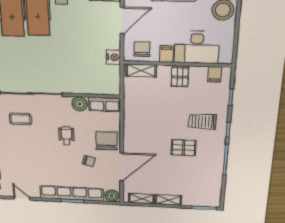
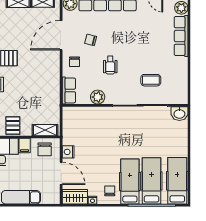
door: (122, 21) -> (61, 173), swing flipped
nightstand: (113, 57) -> (68, 152), moved
row of seats: (105, 104) -> (69, 90), moved, turned 90
chair: (107, 141) -> (75, 62), width x0.54, depth x0.54

